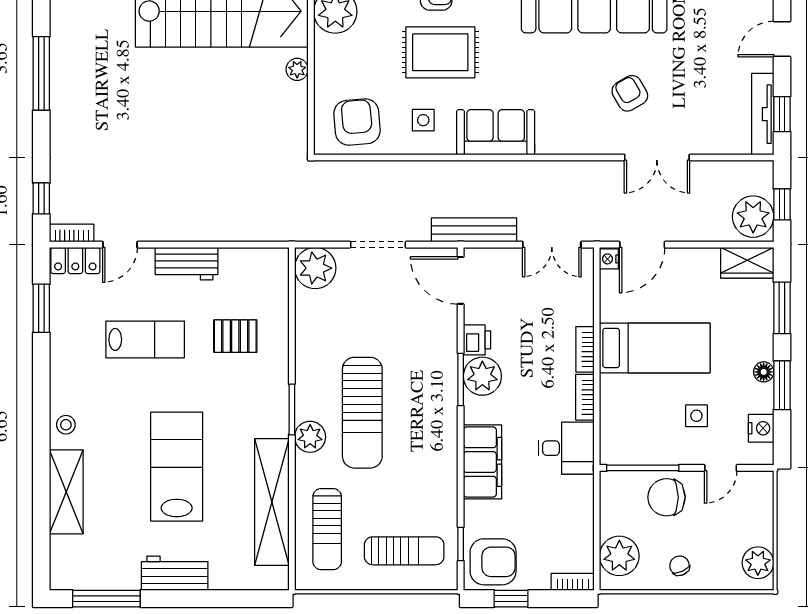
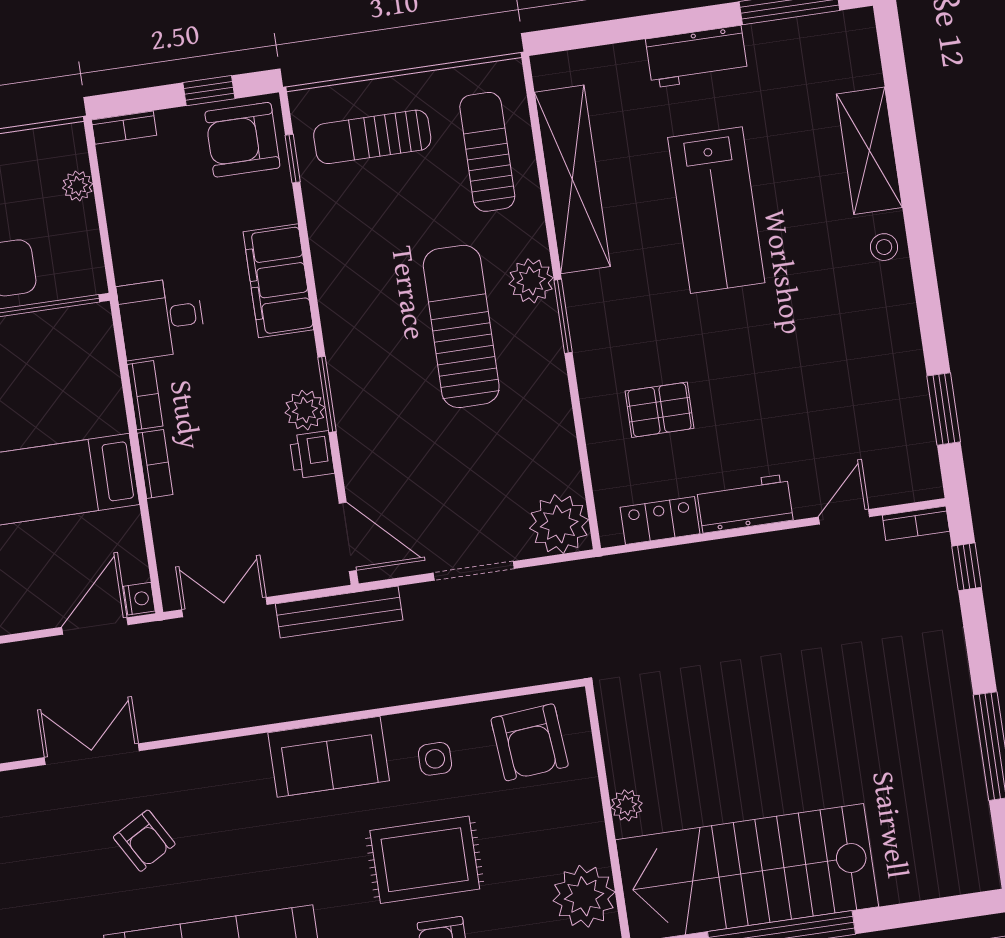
locker: (75, 260) -> (660, 520), moved
lab bench: (145, 339) -> (788, 386), removed
plant: (482, 376) -> (305, 410), width x0.73, depth x0.73
plant: (619, 556) -> (78, 186), width x0.53, depth x0.53

